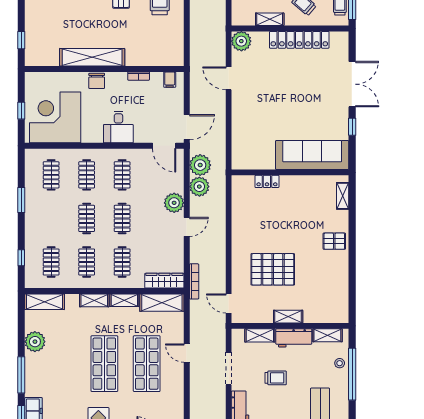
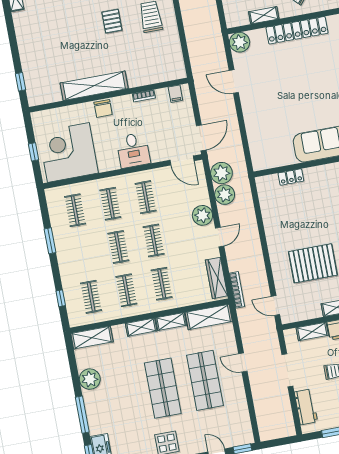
wardrobe: (164, 281) -> (217, 278), moved, turned -90

